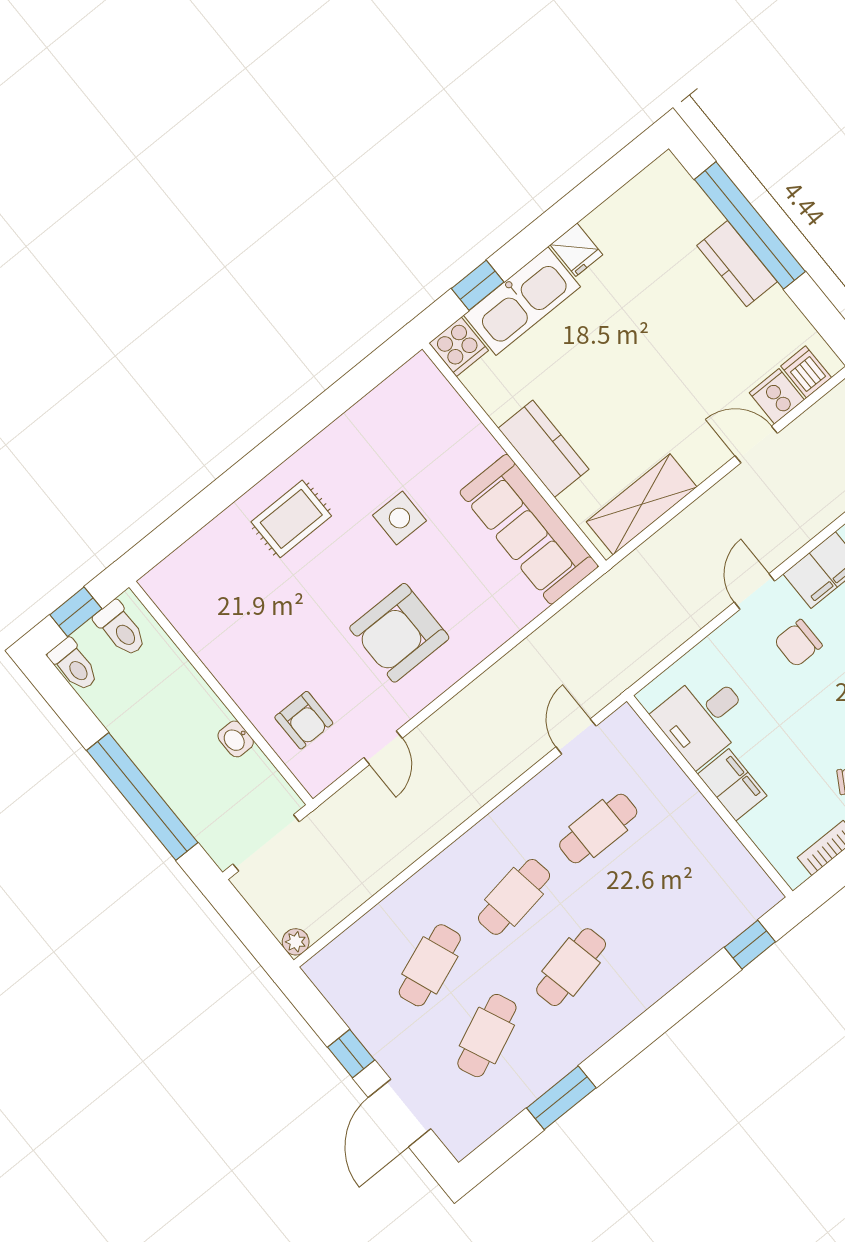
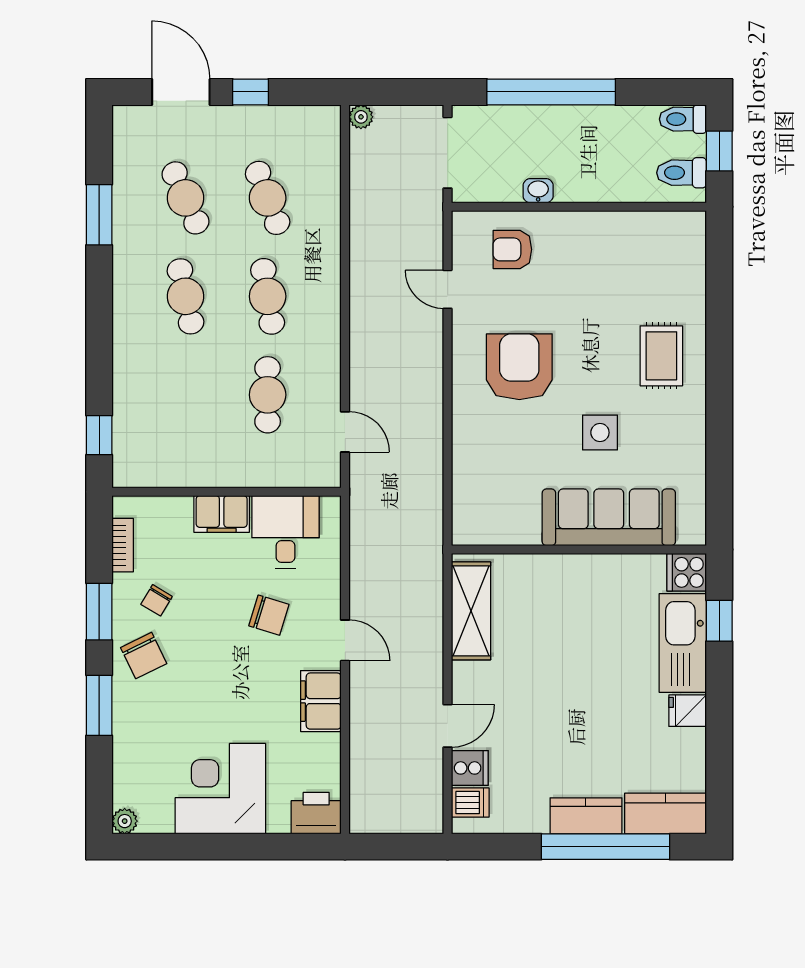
kitchen counter: (544, 449) -> (665, 814), moved, turned 180
sofa: (529, 529) -> (609, 517), moved
chair: (798, 643) -> (269, 615), moved, turned 107

